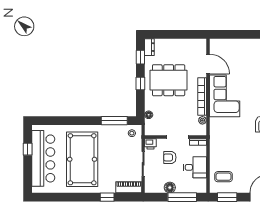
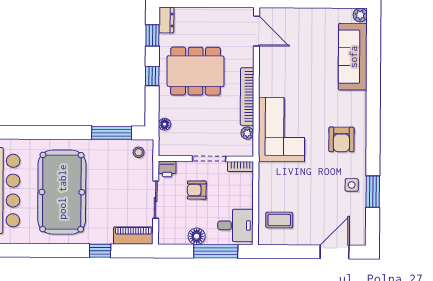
door: (208, 64) -> (256, 31), moved
corner sofa: (225, 96) -> (281, 130), moved
desk: (195, 167) -> (235, 225), moved
window: (227, 197) -> (285, 252), removed

